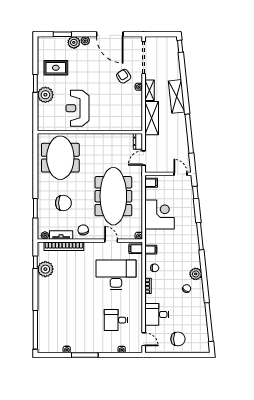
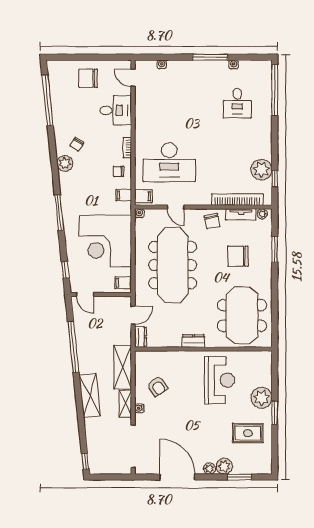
armchair: (124, 76) -> (158, 386), moved
dresser: (97, 138) -> (193, 341), added
corner desk: (160, 215) -> (105, 241), width x1.36, depth x1.36
desk: (116, 320) -> (237, 103), moved, turned 90

